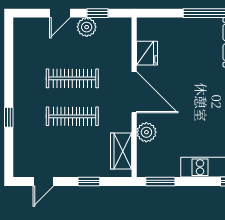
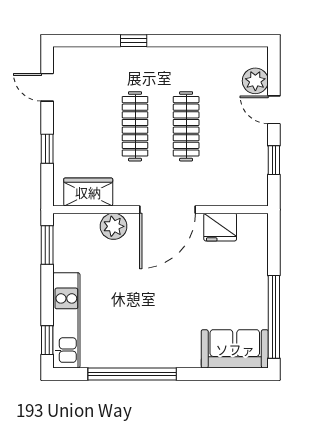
plant: (87, 27) -> (255, 81), moved

